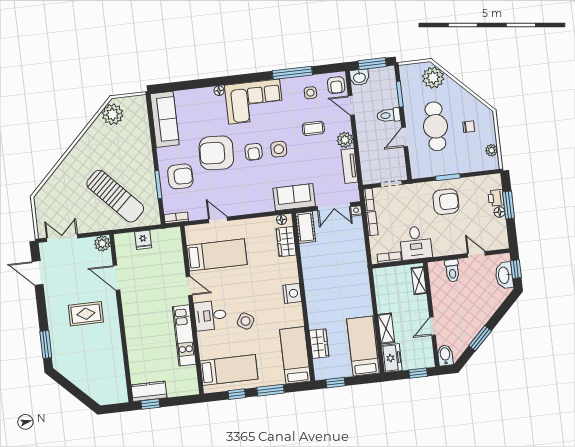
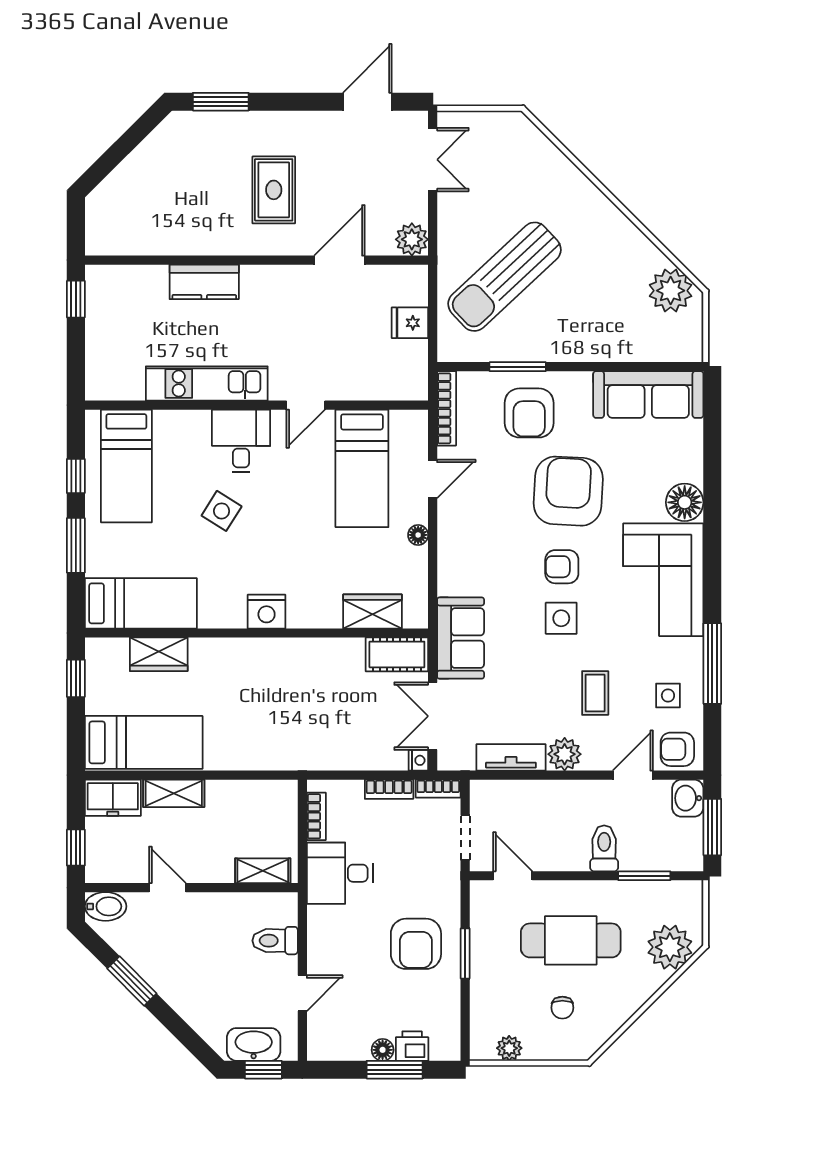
floor lamp: (219, 91) -> (685, 502), width x1.89, depth x1.89
door: (405, 137) -> (513, 876), moved
bookcase: (176, 218) -> (447, 408), width x1.56
floor lamp: (282, 220) -> (418, 535), moved
kitchen counter: (149, 391) -> (204, 282), moved, turned 90

